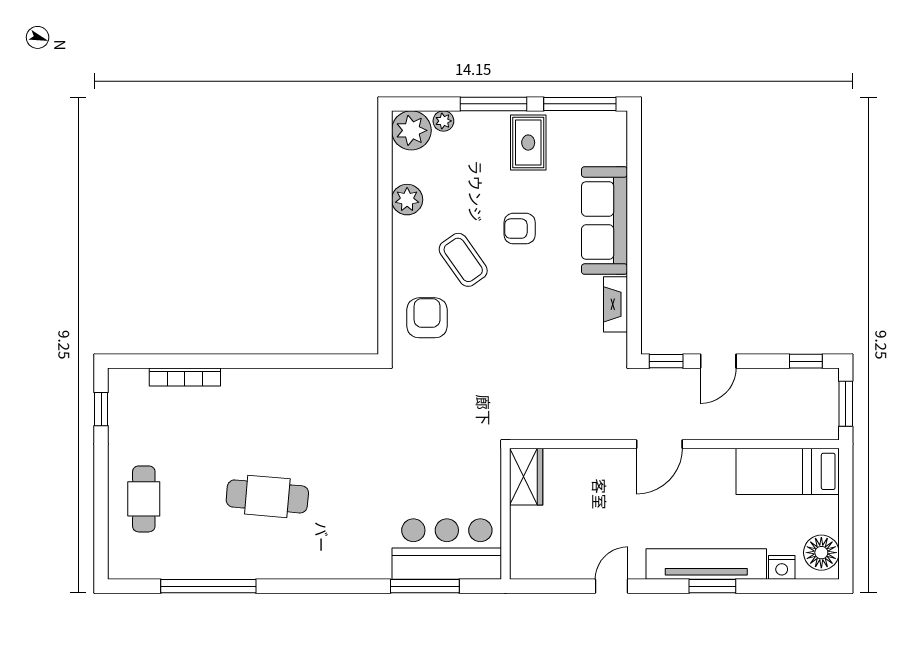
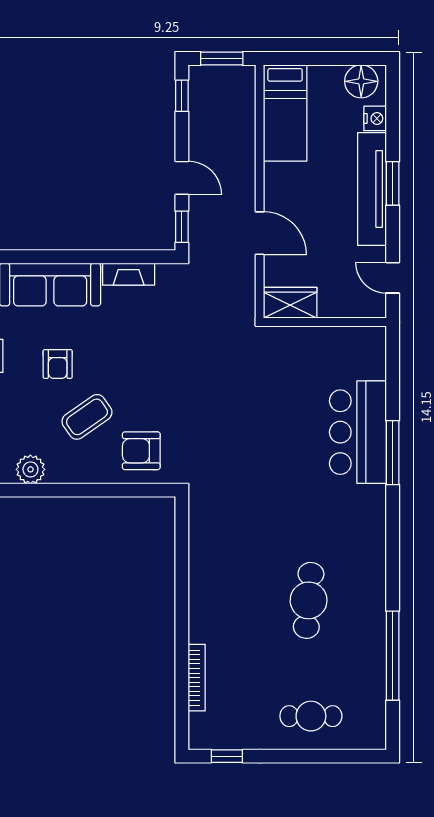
wardrobe: (526, 477) -> (290, 303), moved
wall: (506, 514) -> (325, 322), moved

